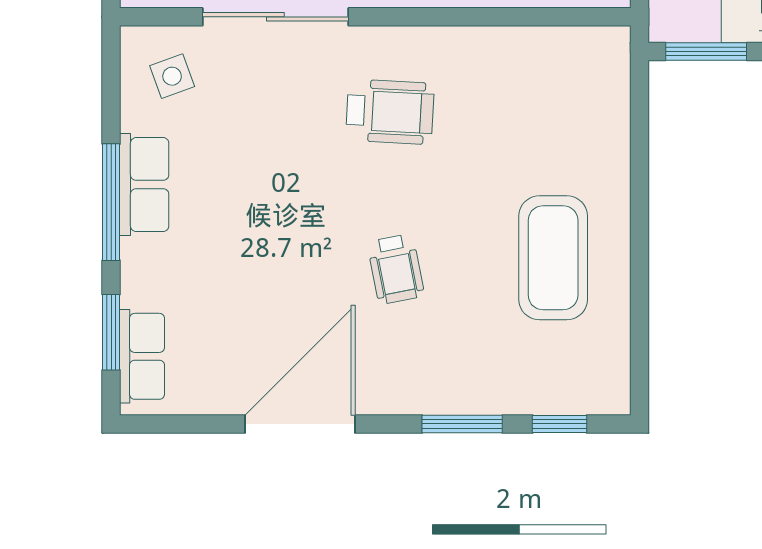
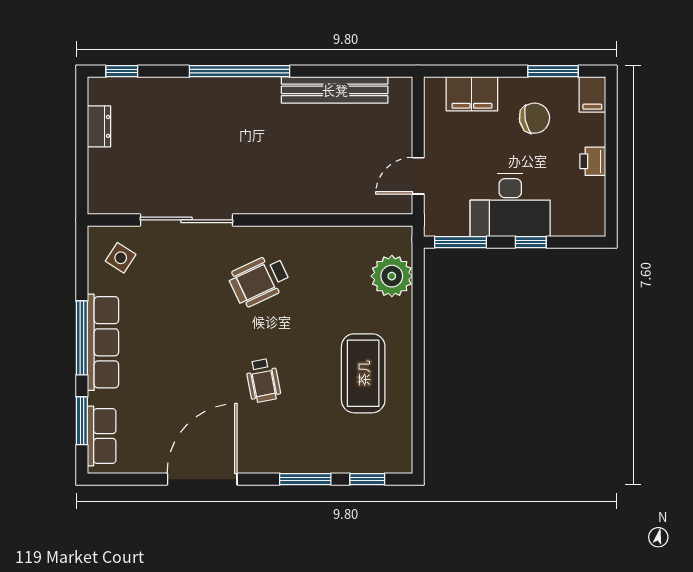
side table: (172, 76) -> (121, 258), turned -37
plant: (598, 105) -> (392, 276), added
wheelchair: (390, 112) -> (259, 280), turned 152
row of seats: (144, 185) -> (103, 342), width x1.48

